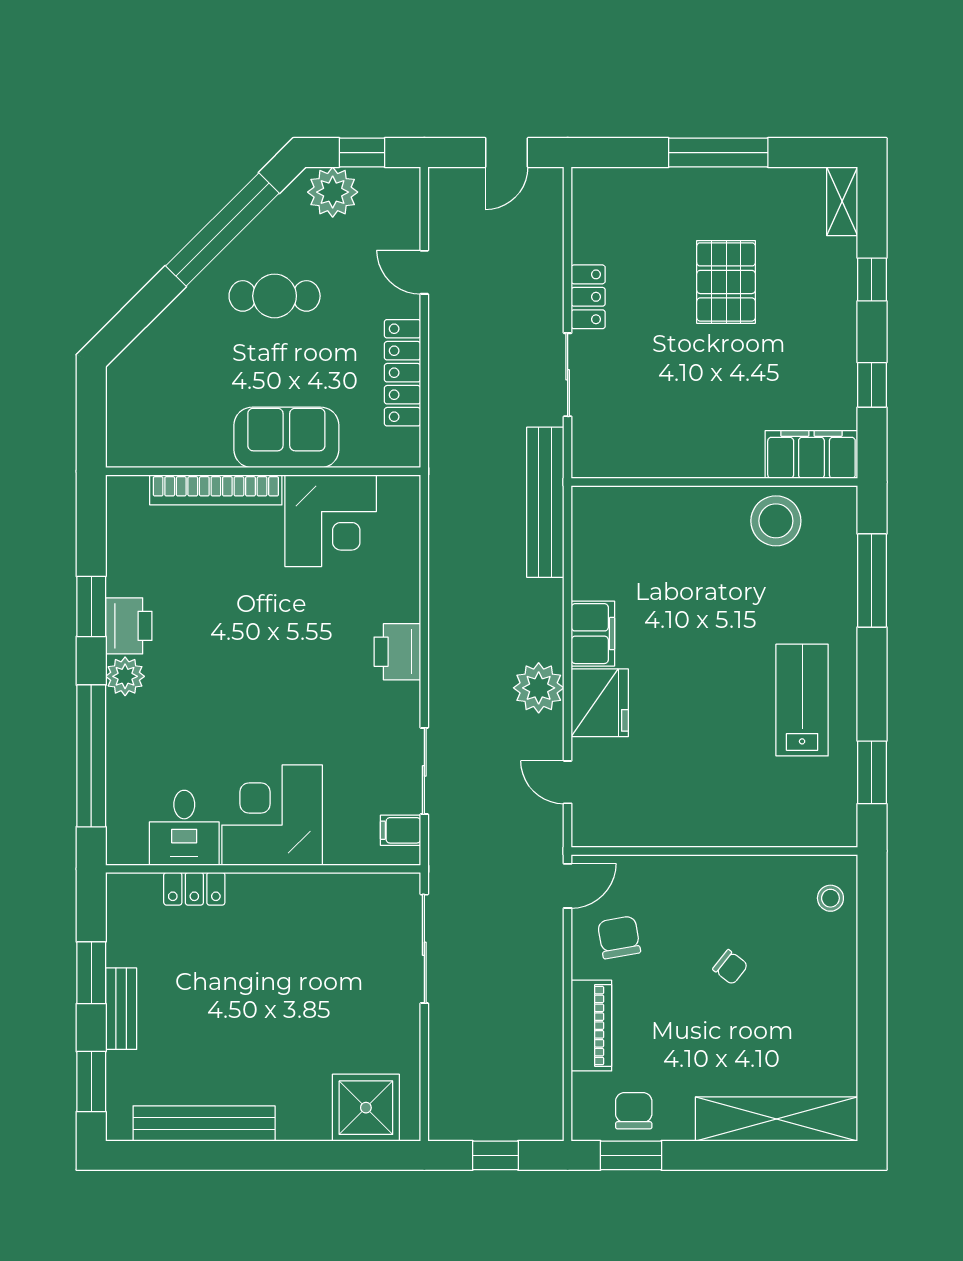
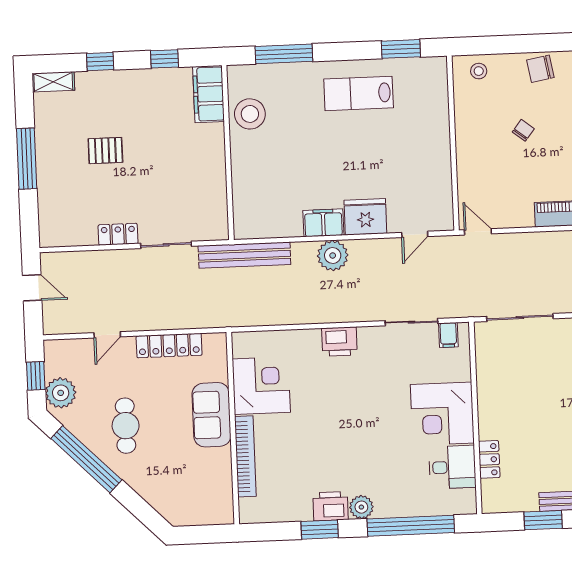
pallet: (726, 282) -> (105, 151), width x0.67, depth x0.71
plant: (539, 688) -> (333, 256), moved
chair: (619, 937) -> (540, 69), moved

